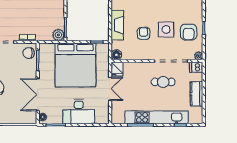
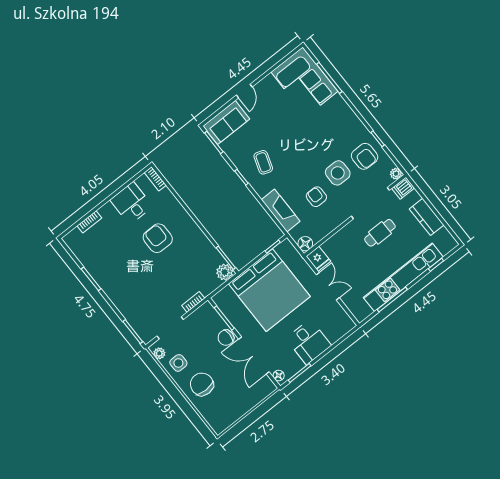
chair: (29, 53) -> (226, 338), moved
desk: (79, 112) -> (309, 342), width x0.73

